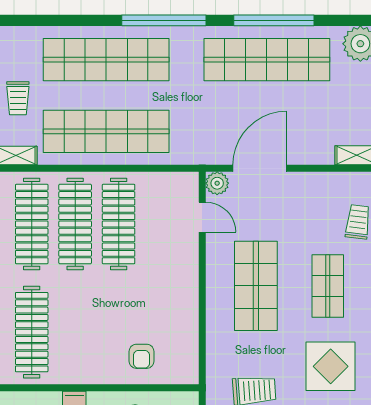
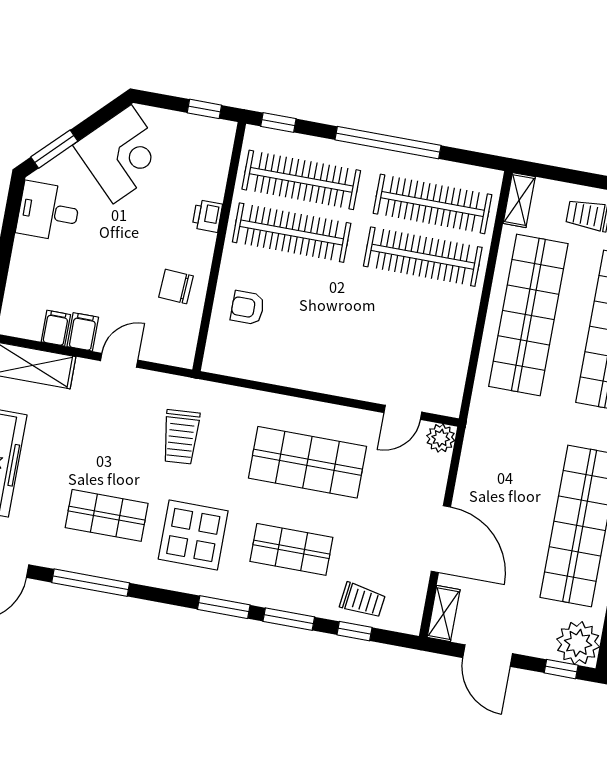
door: (260, 168) -> (441, 539), moved
clothes rail: (119, 224) -> (292, 233), moved

